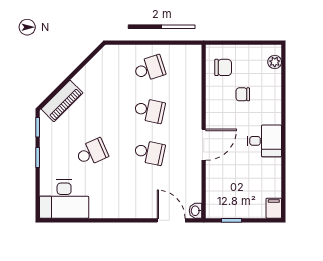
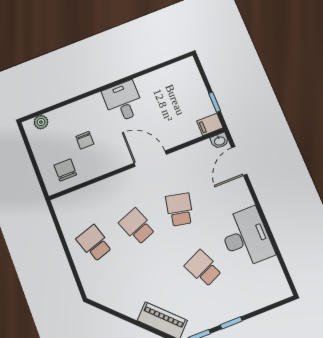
school desk: (149, 110) -> (137, 226), turned -33
desk: (64, 199) -> (246, 238), moved
filing cabinet: (274, 208) -> (210, 124), moved

